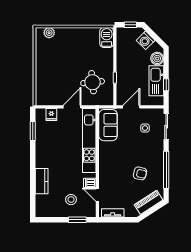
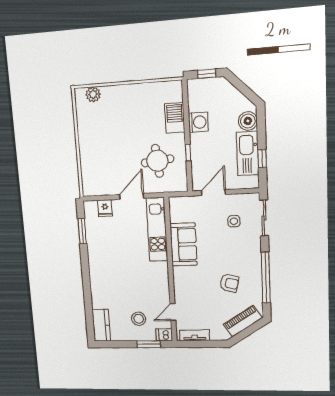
barbecue: (107, 37) -> (175, 118), moved
washing machine: (146, 40) -> (198, 122), moved, turned -135
sofa: (108, 125) -> (184, 244), moved
kitchen unit: (89, 141) -> (157, 230), width x0.73
kitchen counter: (42, 181) -> (101, 325), moved
dishwasher: (90, 183) -> (164, 335), moved
door: (97, 195) -> (173, 312), hinge flipped

